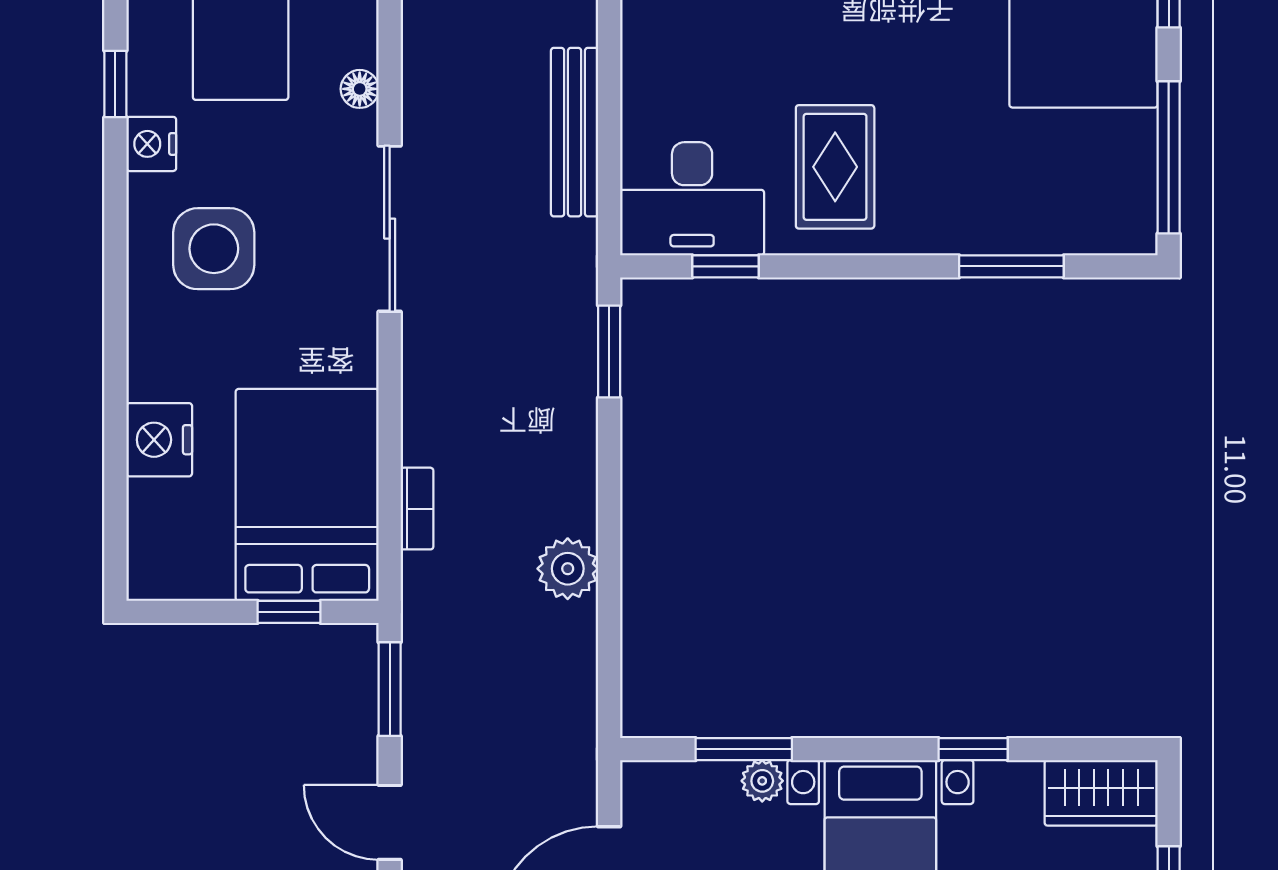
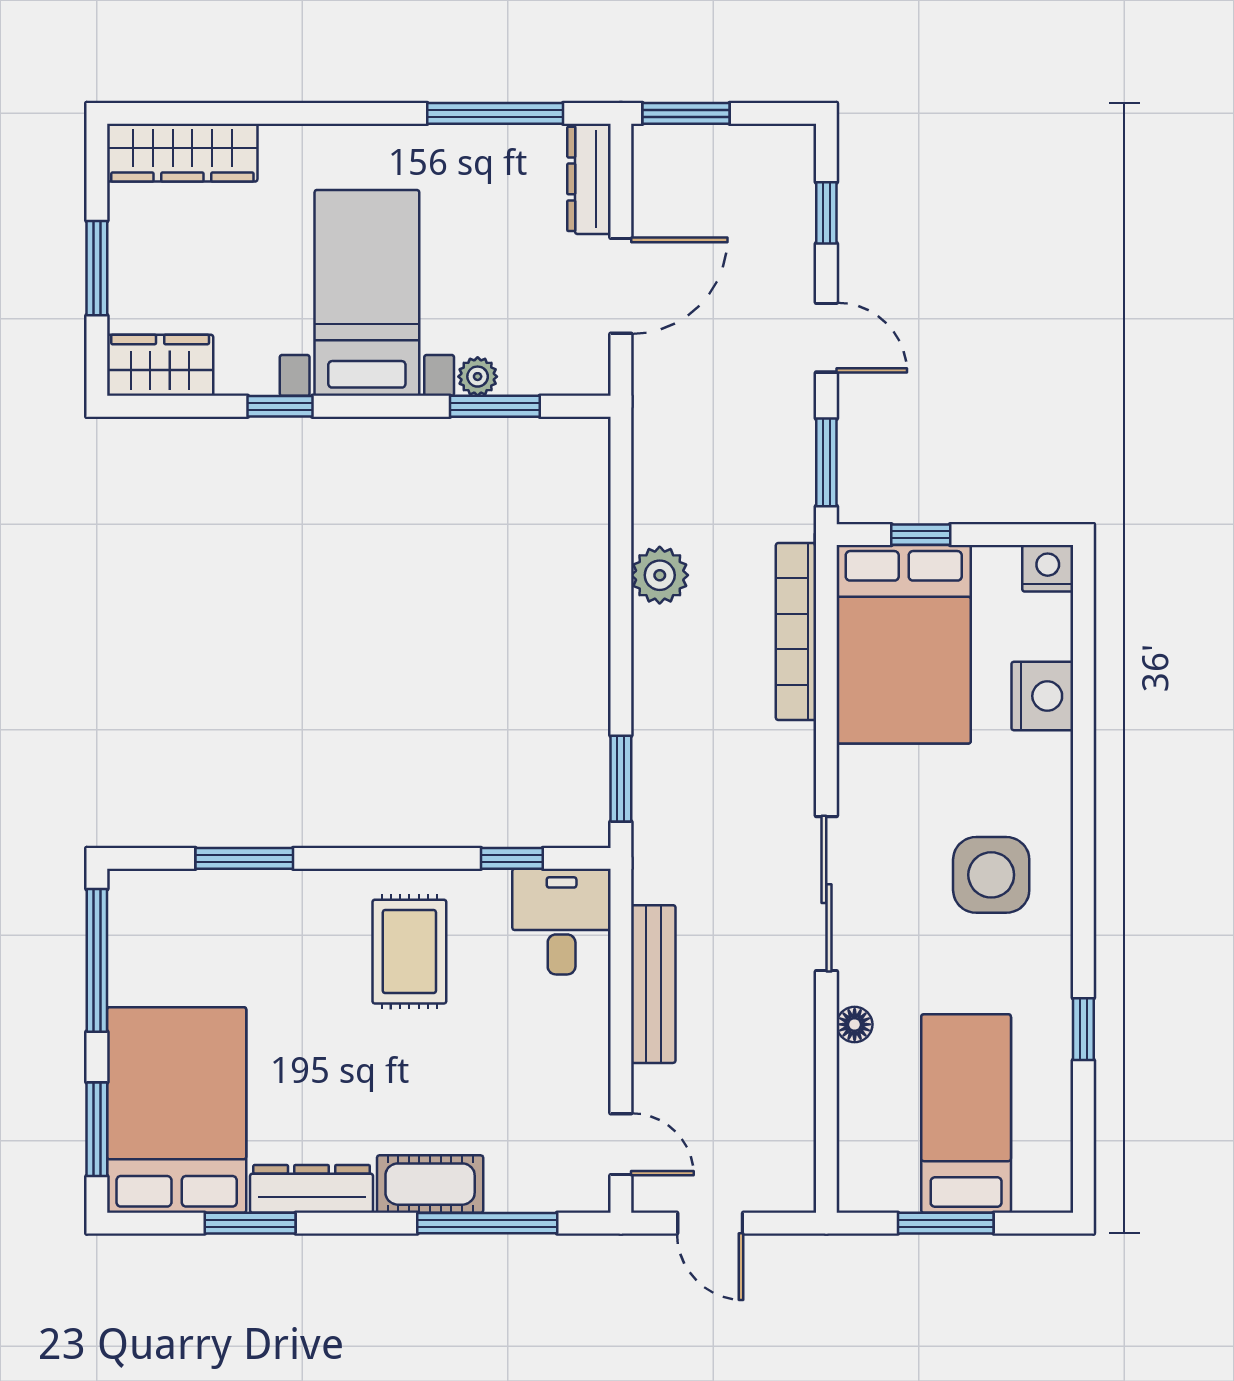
nightstand: (151, 144) -> (1048, 568), moved, turned -90
desk: (692, 199) -> (562, 922), width x0.73
bookcase: (417, 509) -> (796, 632), width x2.31, depth x1.31

